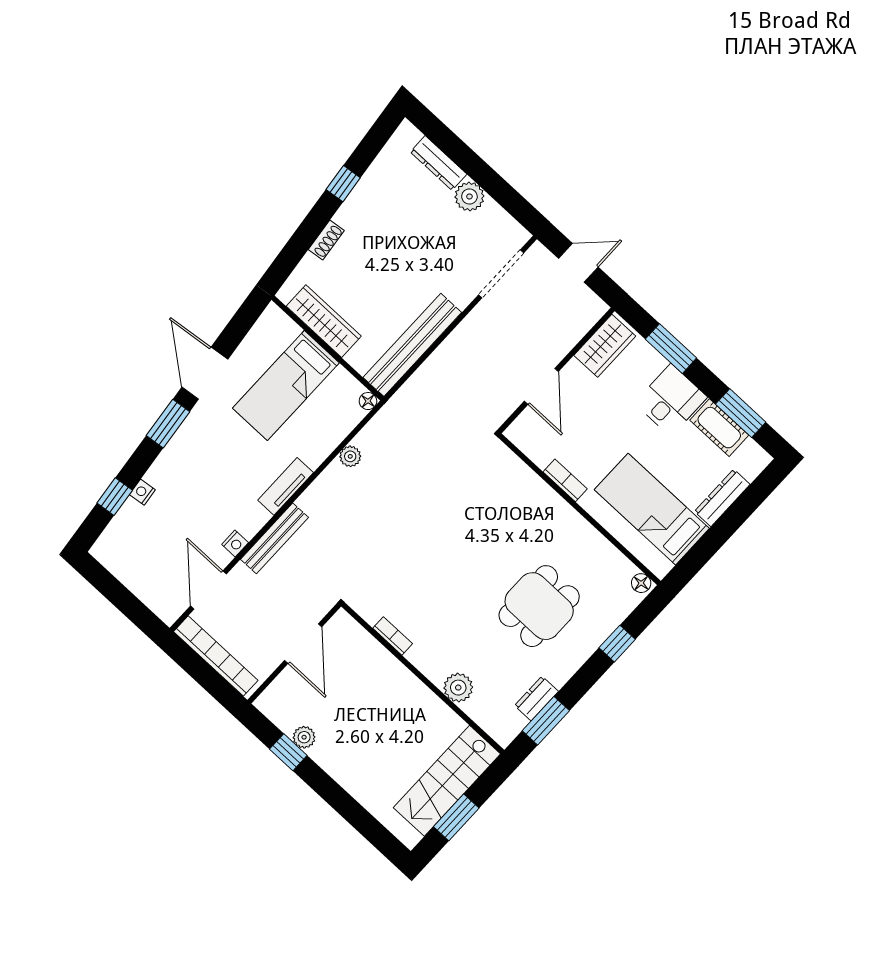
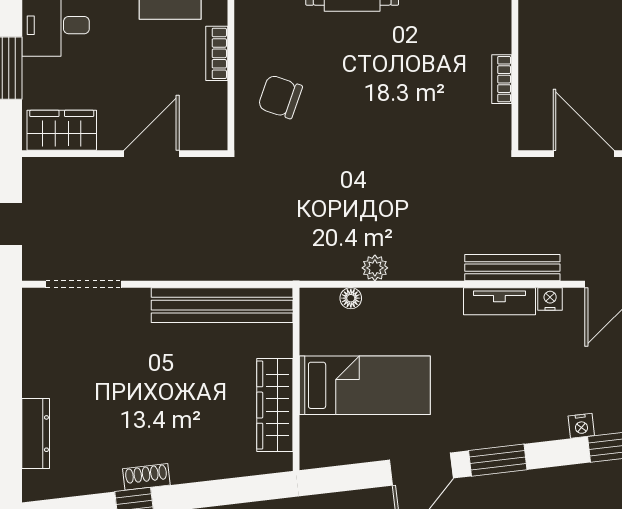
plant: (469, 197) -> (40, 378), removed
shoe rack: (326, 240) -> (146, 477), moved
floor lamp: (368, 401) -> (351, 298), moved
tv unit: (286, 486) -> (499, 301), moved
chair: (504, 494) -> (280, 97), added
door: (303, 644) -> (584, 154), hinge flipped

